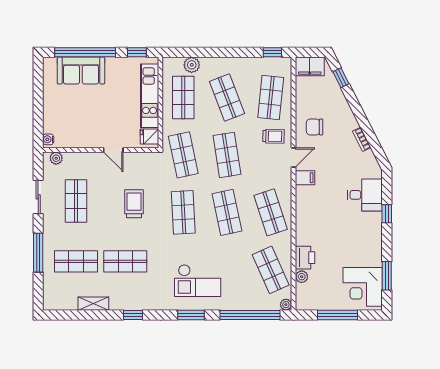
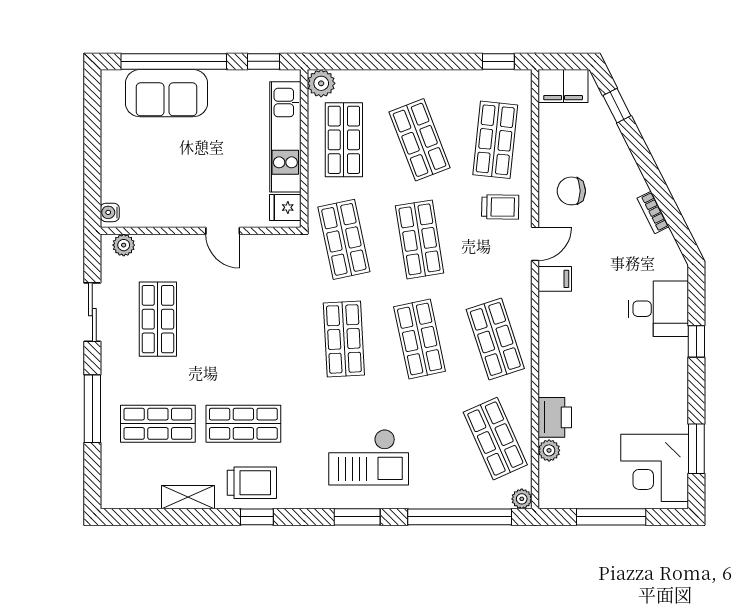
plant: (192, 65) -> (321, 83), moved
trolley: (134, 204) -> (252, 483), moved, turned 90

